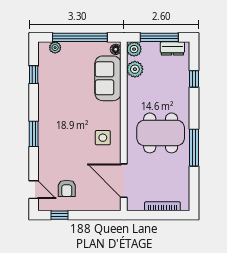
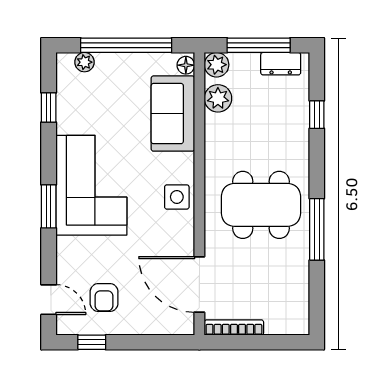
corner sofa: (59, 121) -> (91, 185), added
side table: (103, 138) -> (177, 197), moved
bookcase: (162, 206) -> (234, 327), moved

